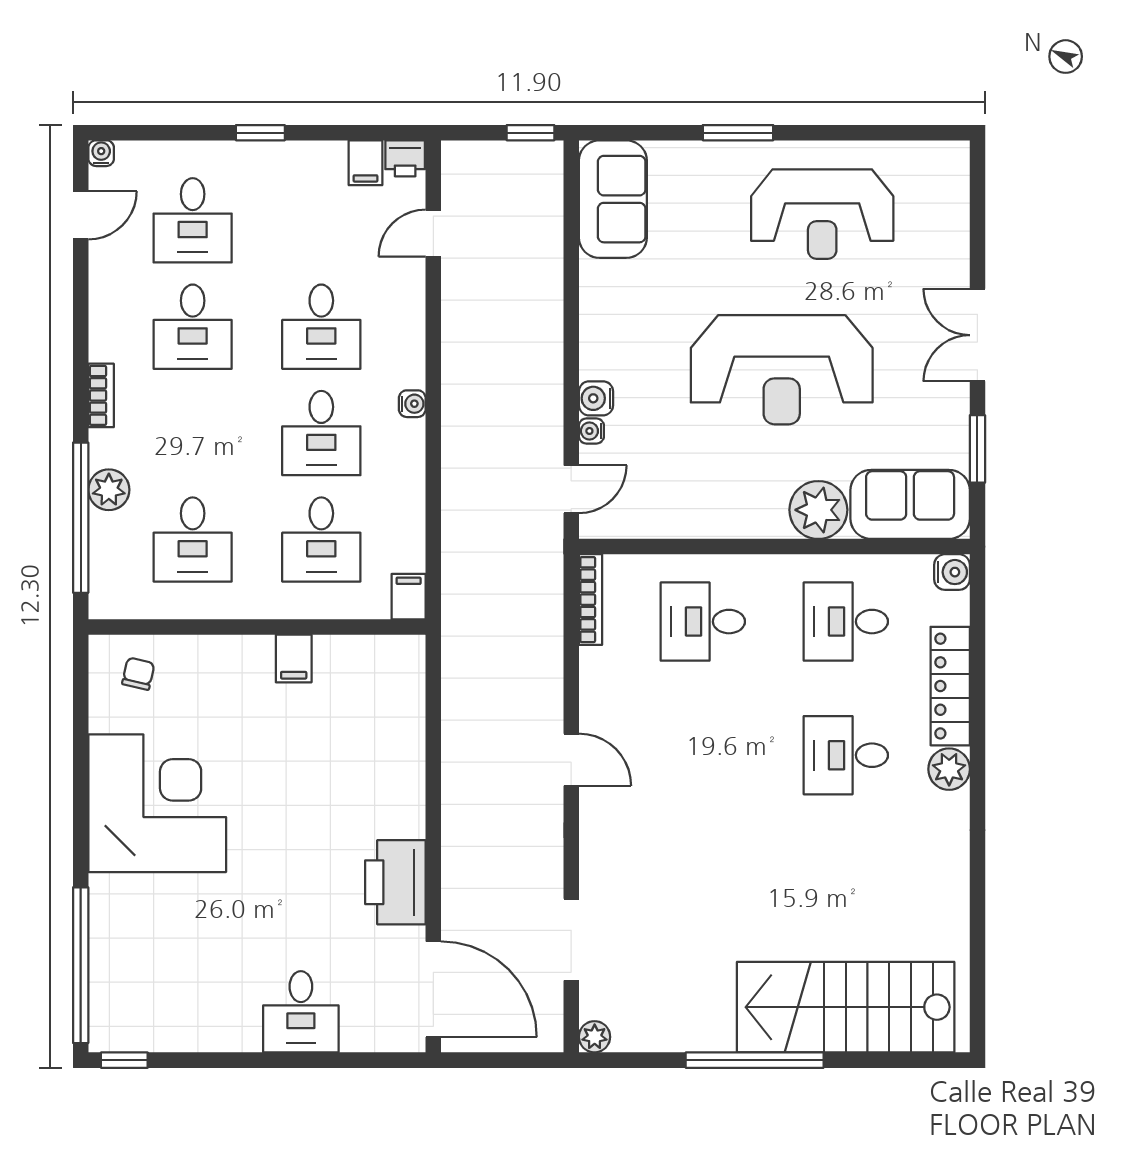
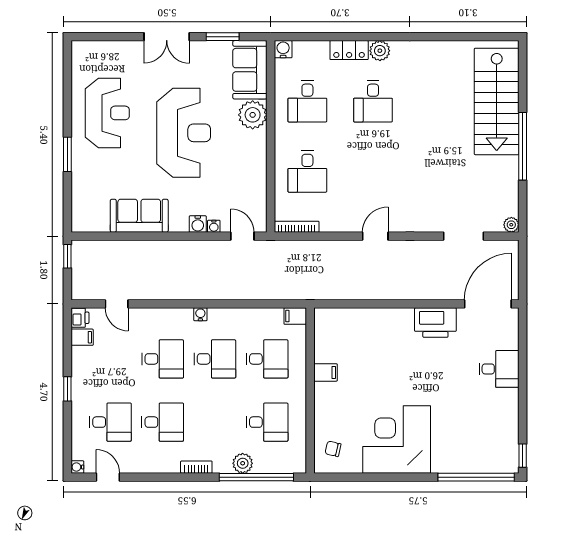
sofa: (613, 199) -> (139, 216), moved
locker: (950, 686) -> (349, 50), width x0.66

